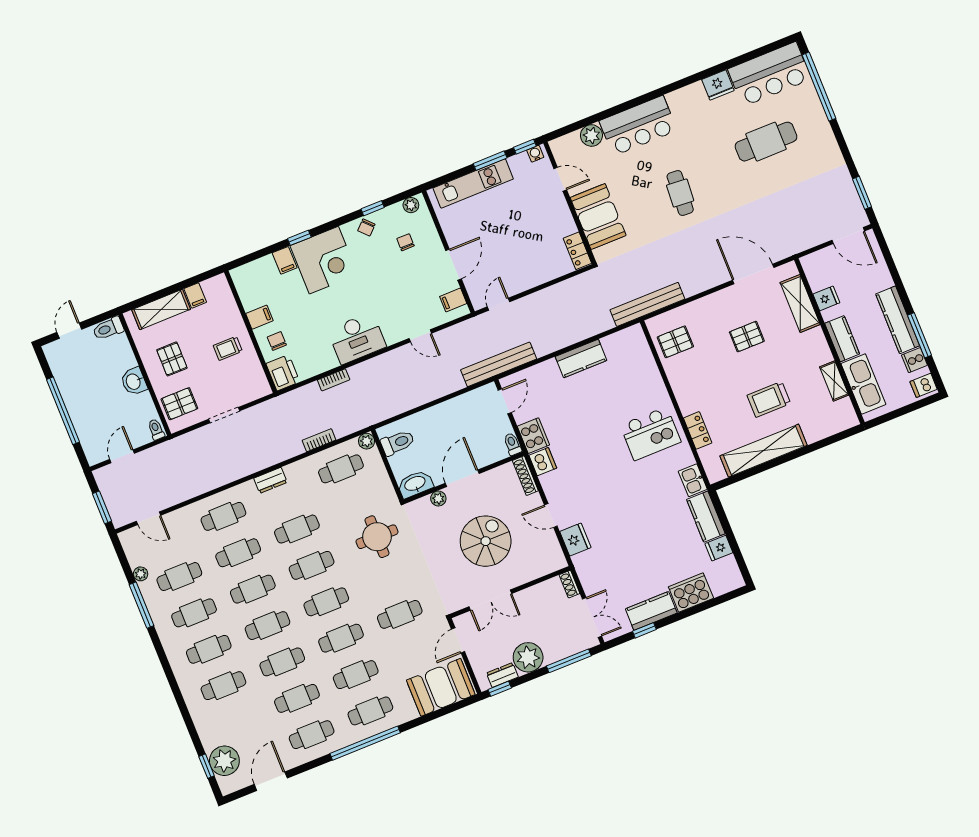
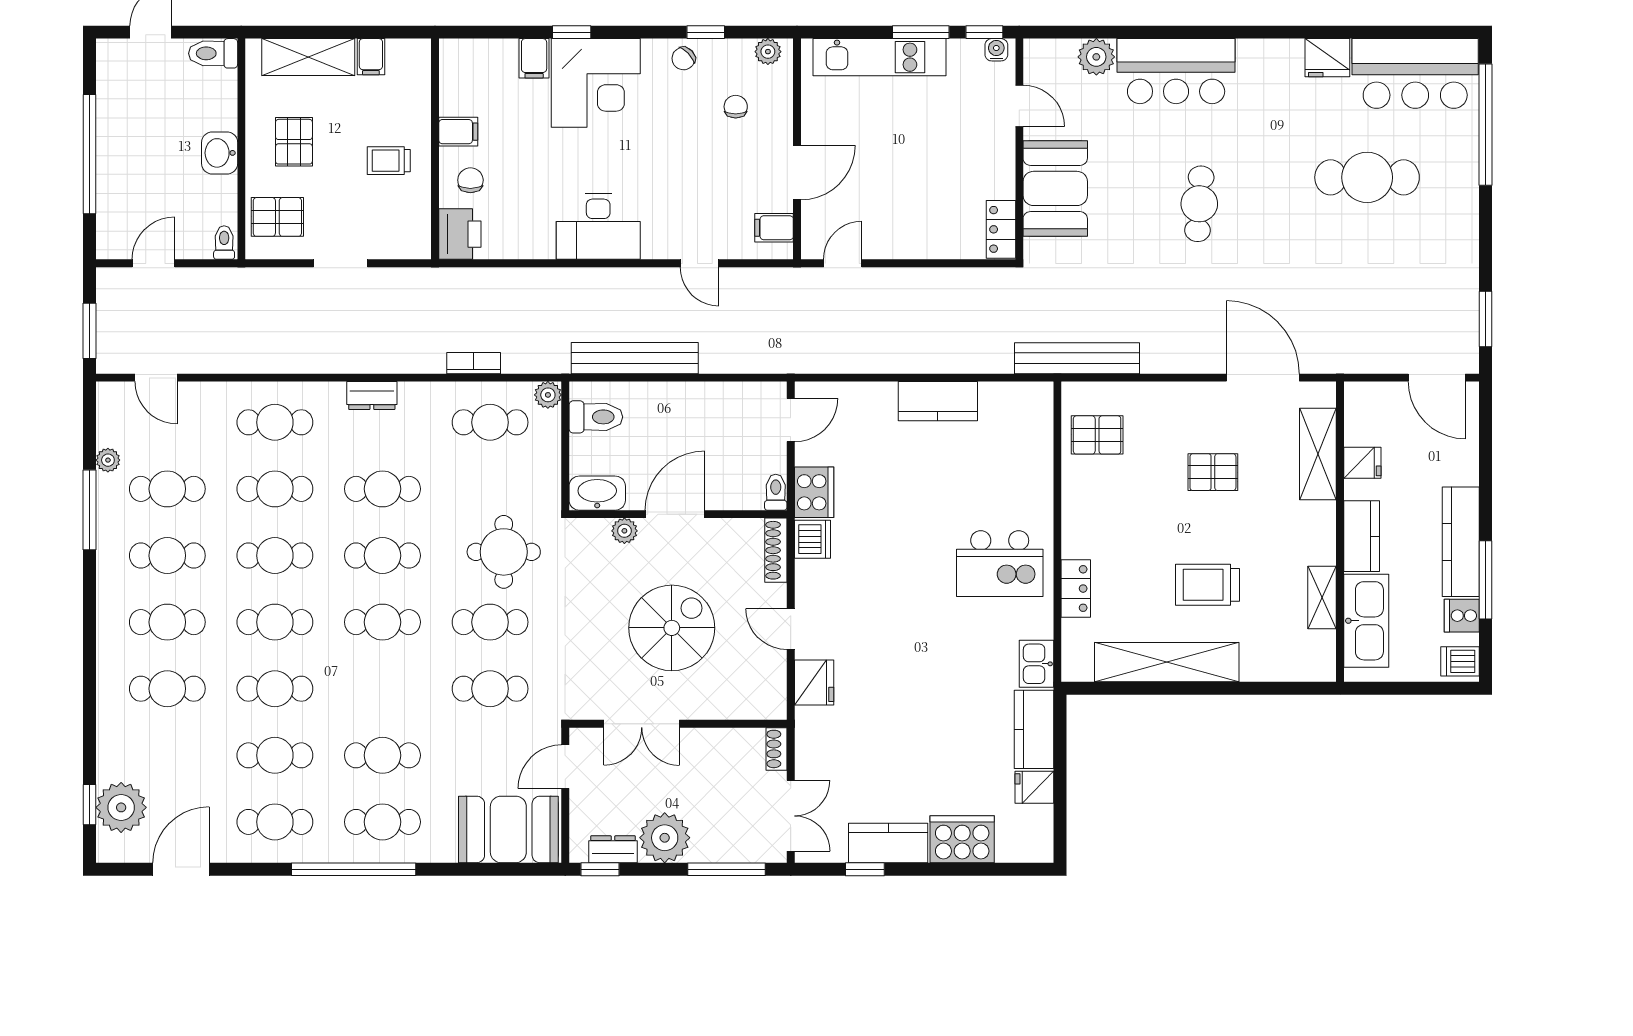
bench: (499, 364) -> (635, 358), moved
bookcase: (334, 380) -> (535, 277), removed
cafe table: (341, 638) -> (490, 622), moved

